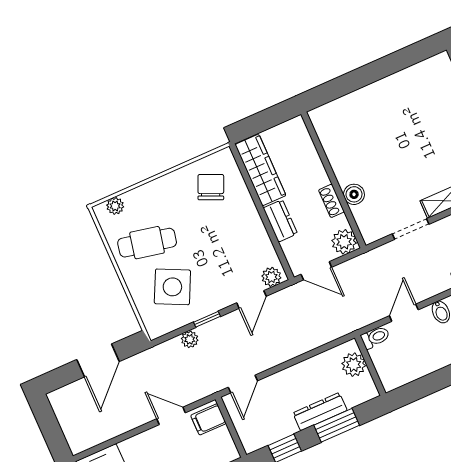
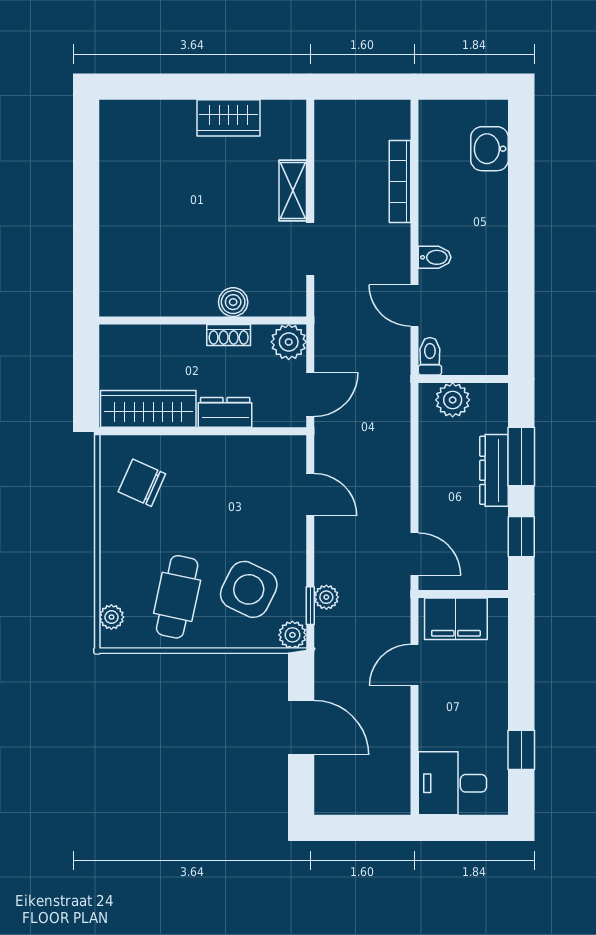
plant: (271, 277) -> (292, 635), moved
window: (207, 319) -> (310, 606), moved
filing cabinet: (208, 419) -> (456, 619), width x2.00

